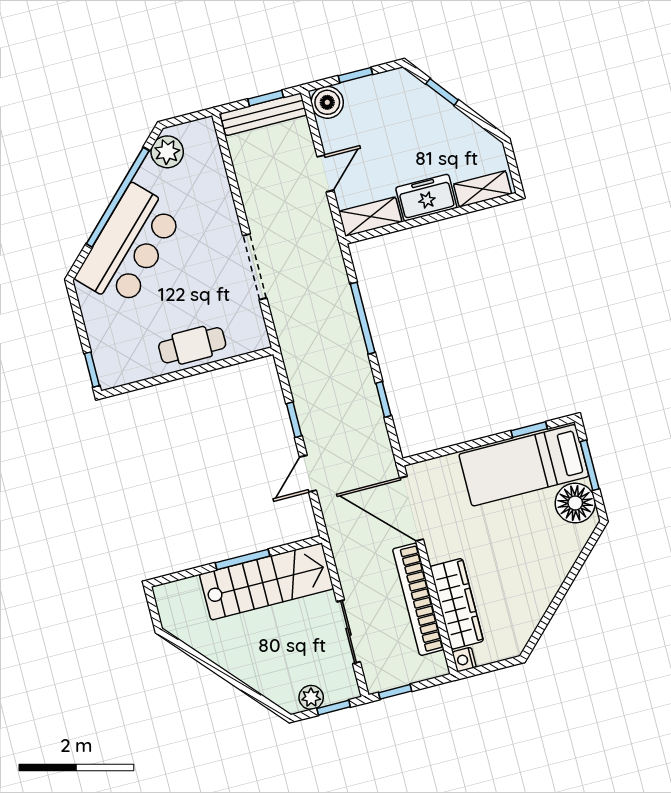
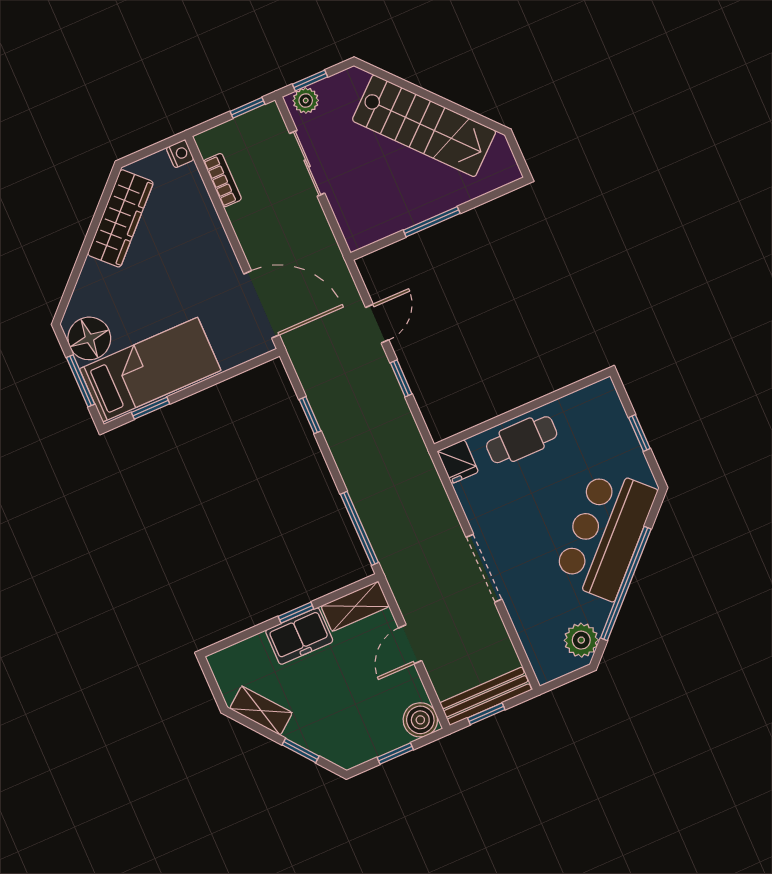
shelving: (483, 189) -> (261, 711), moved, turned 52
window: (426, 220) -> (296, 613), added
doorway: (255, 267) -> (484, 568), moved
window: (363, 318) -> (359, 528), moved
fridge: (254, 335) -> (458, 462), added
window: (92, 370) -> (639, 433), moved
stairs: (267, 582) -> (424, 126), moved, turned -132
bookcase: (418, 599) -> (222, 180), width x0.43, depth x0.76
wardrobe: (457, 604) -> (120, 218), moved, turned -135
plant: (311, 697) -> (306, 101), moved

